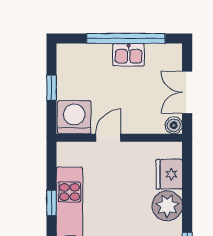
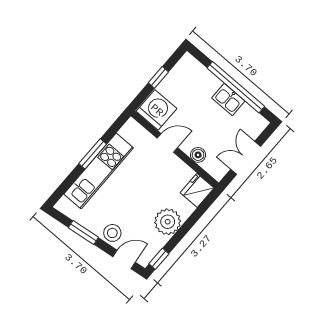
boiler: (174, 125) -> (198, 155), moved
fridge: (169, 174) -> (197, 190), moved
window: (52, 203) -> (93, 154), width x1.50

